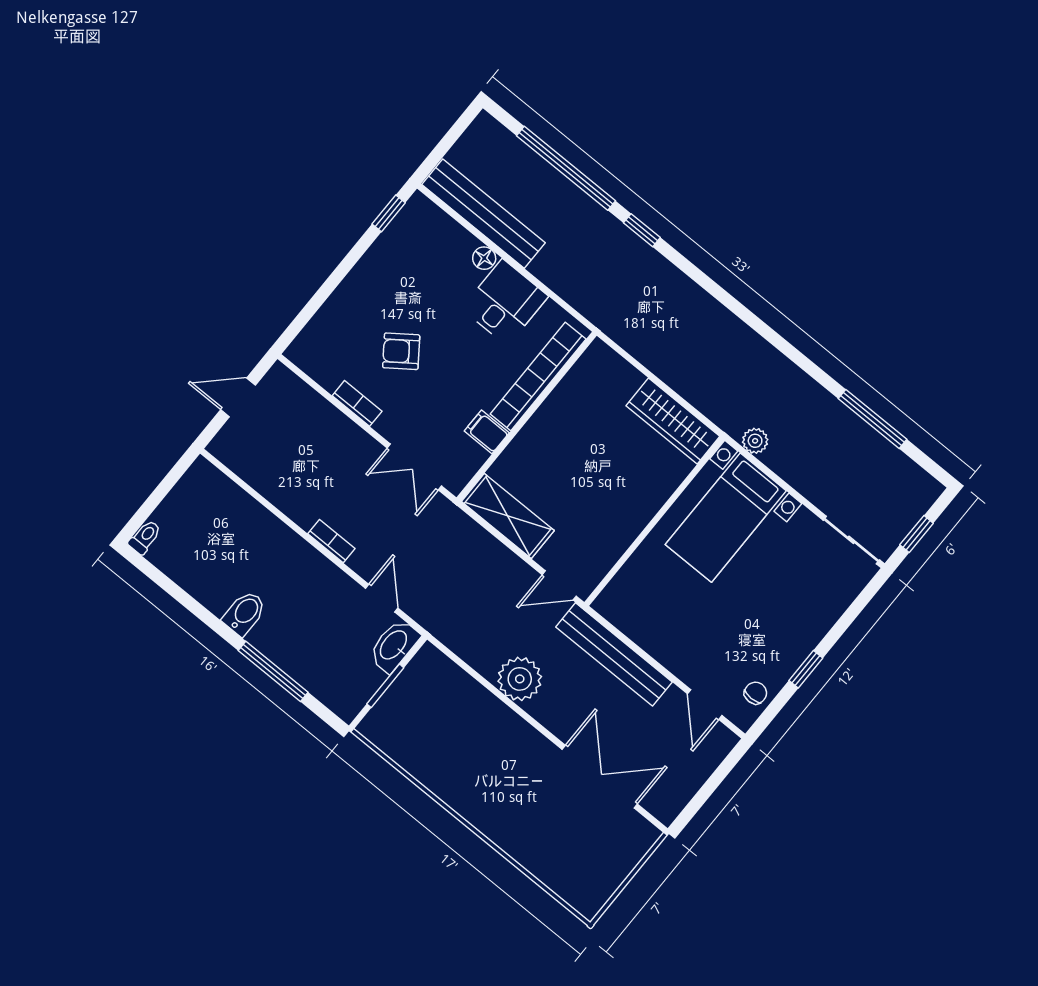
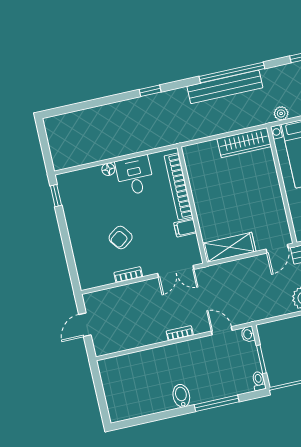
window: (566, 168) -> (232, 72), moved
bench: (483, 214) -> (225, 87), moved
toilet: (145, 537) -> (259, 381), moved
washbasin: (394, 645) -> (248, 334), width x0.52, depth x0.69

